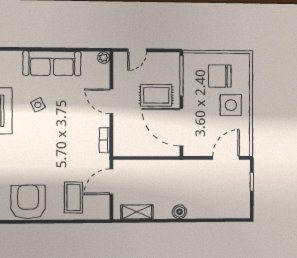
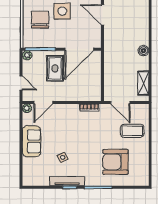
plant: (173, 59) -> (27, 55), added
sofa: (52, 63) -> (31, 141), width x0.73
chair: (220, 76) -> (40, 20), turned 180
door: (111, 101) -> (43, 102), moved
armchair: (28, 202) -> (115, 162), moved

